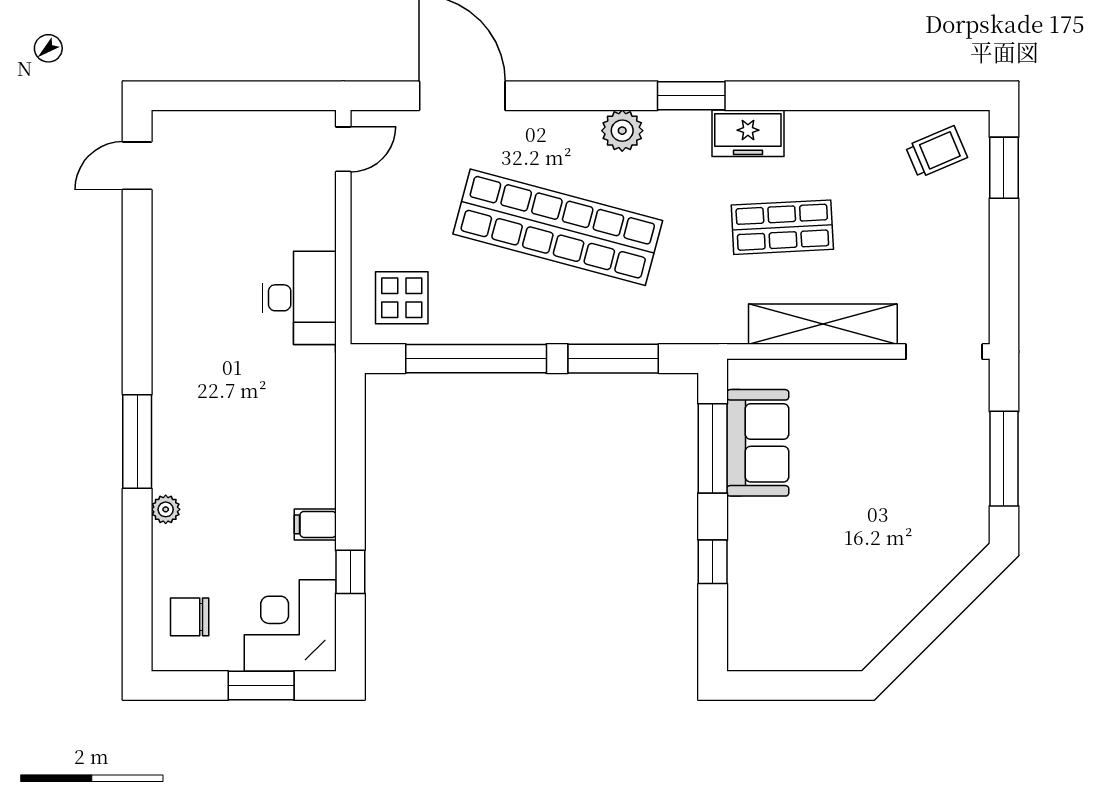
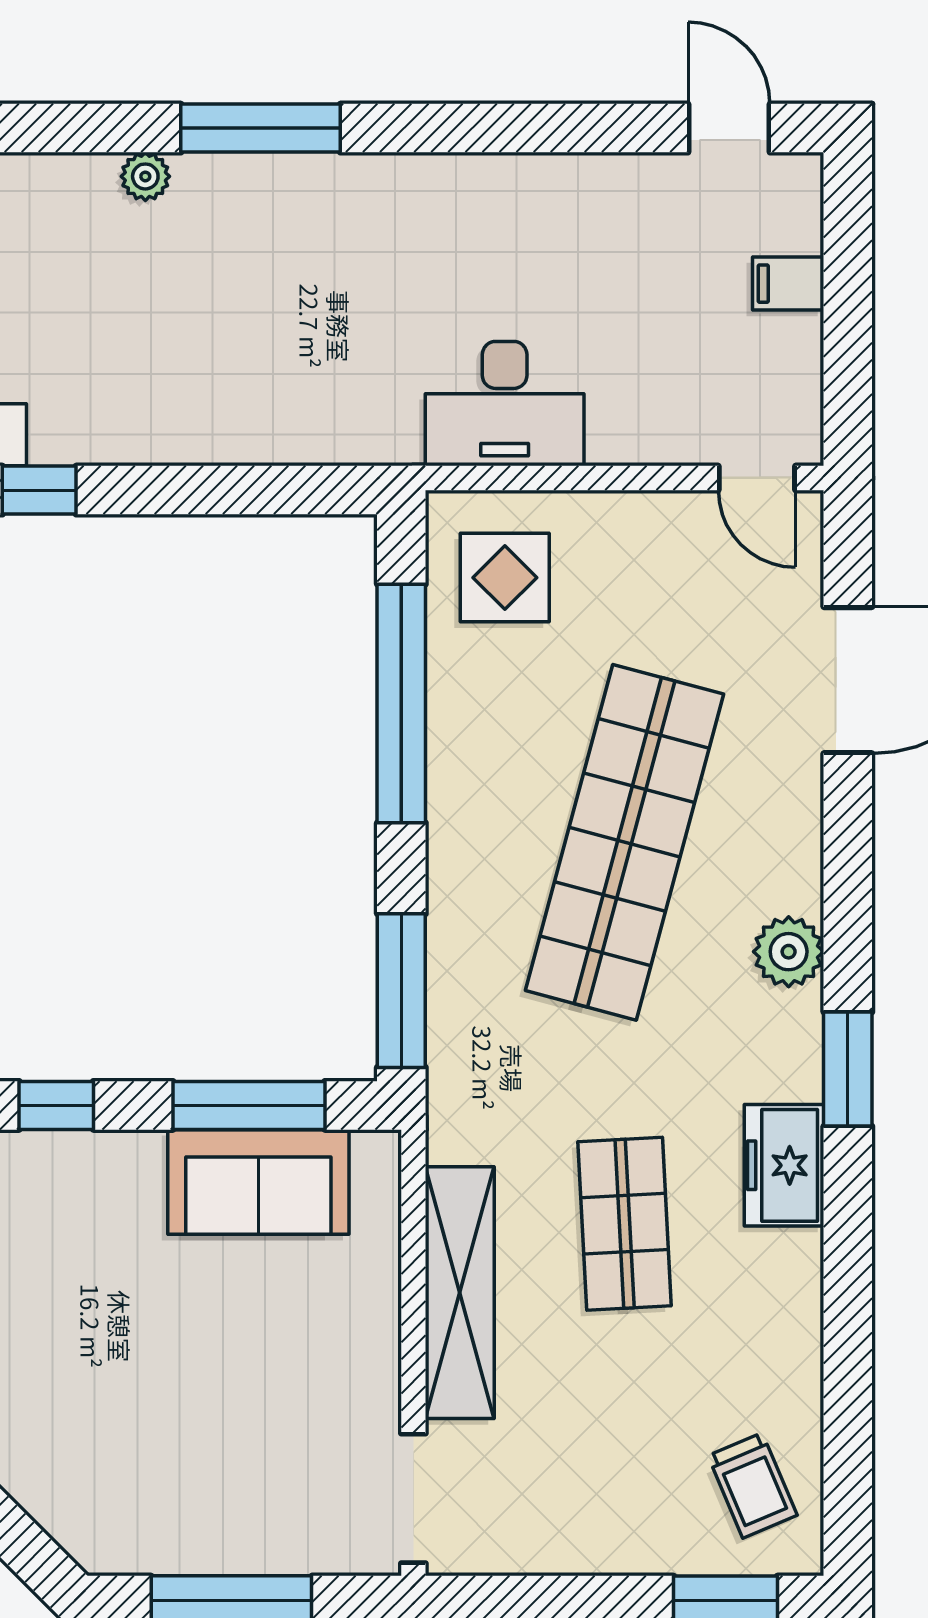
window: (613, 359) -> (401, 991), moved
filing cabinet: (315, 524) -> (788, 284), moved, turned -90

